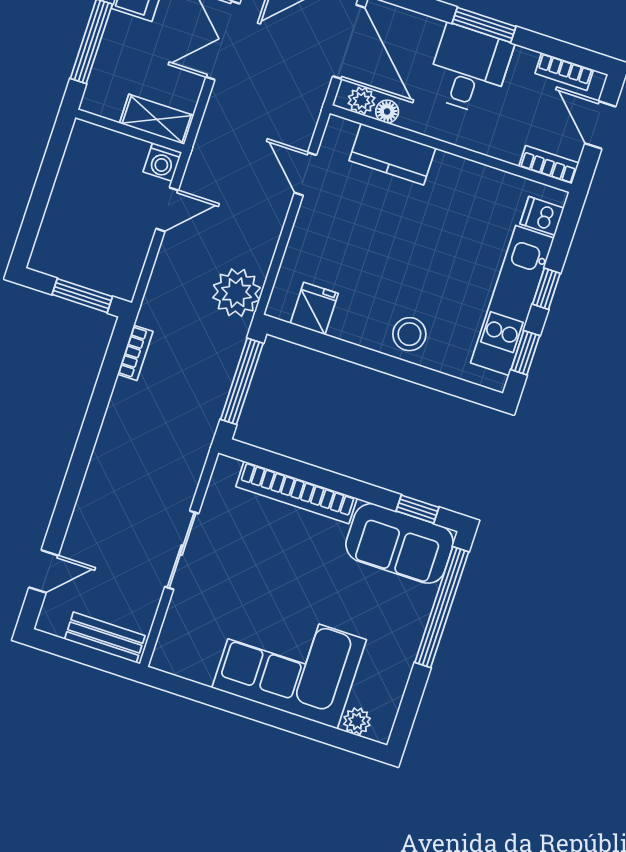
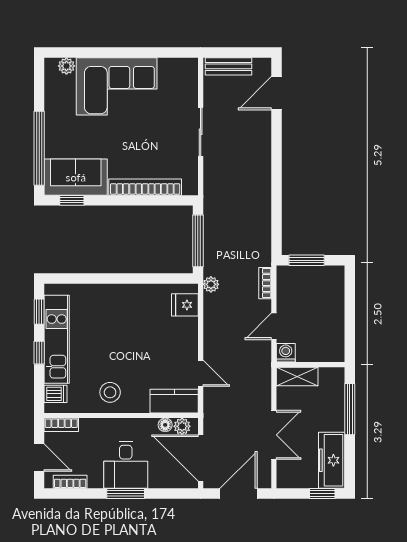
kitchen counter: (392, 154) -> (174, 401), moved
plant: (237, 293) -> (211, 284), width x0.53, depth x0.53
fridge: (314, 308) -> (185, 305), moved, turned 90
stool: (409, 334) -> (110, 392), moved
bookcase: (135, 353) -> (265, 283), moved
door: (44, 571) -> (277, 93), width x1.38

